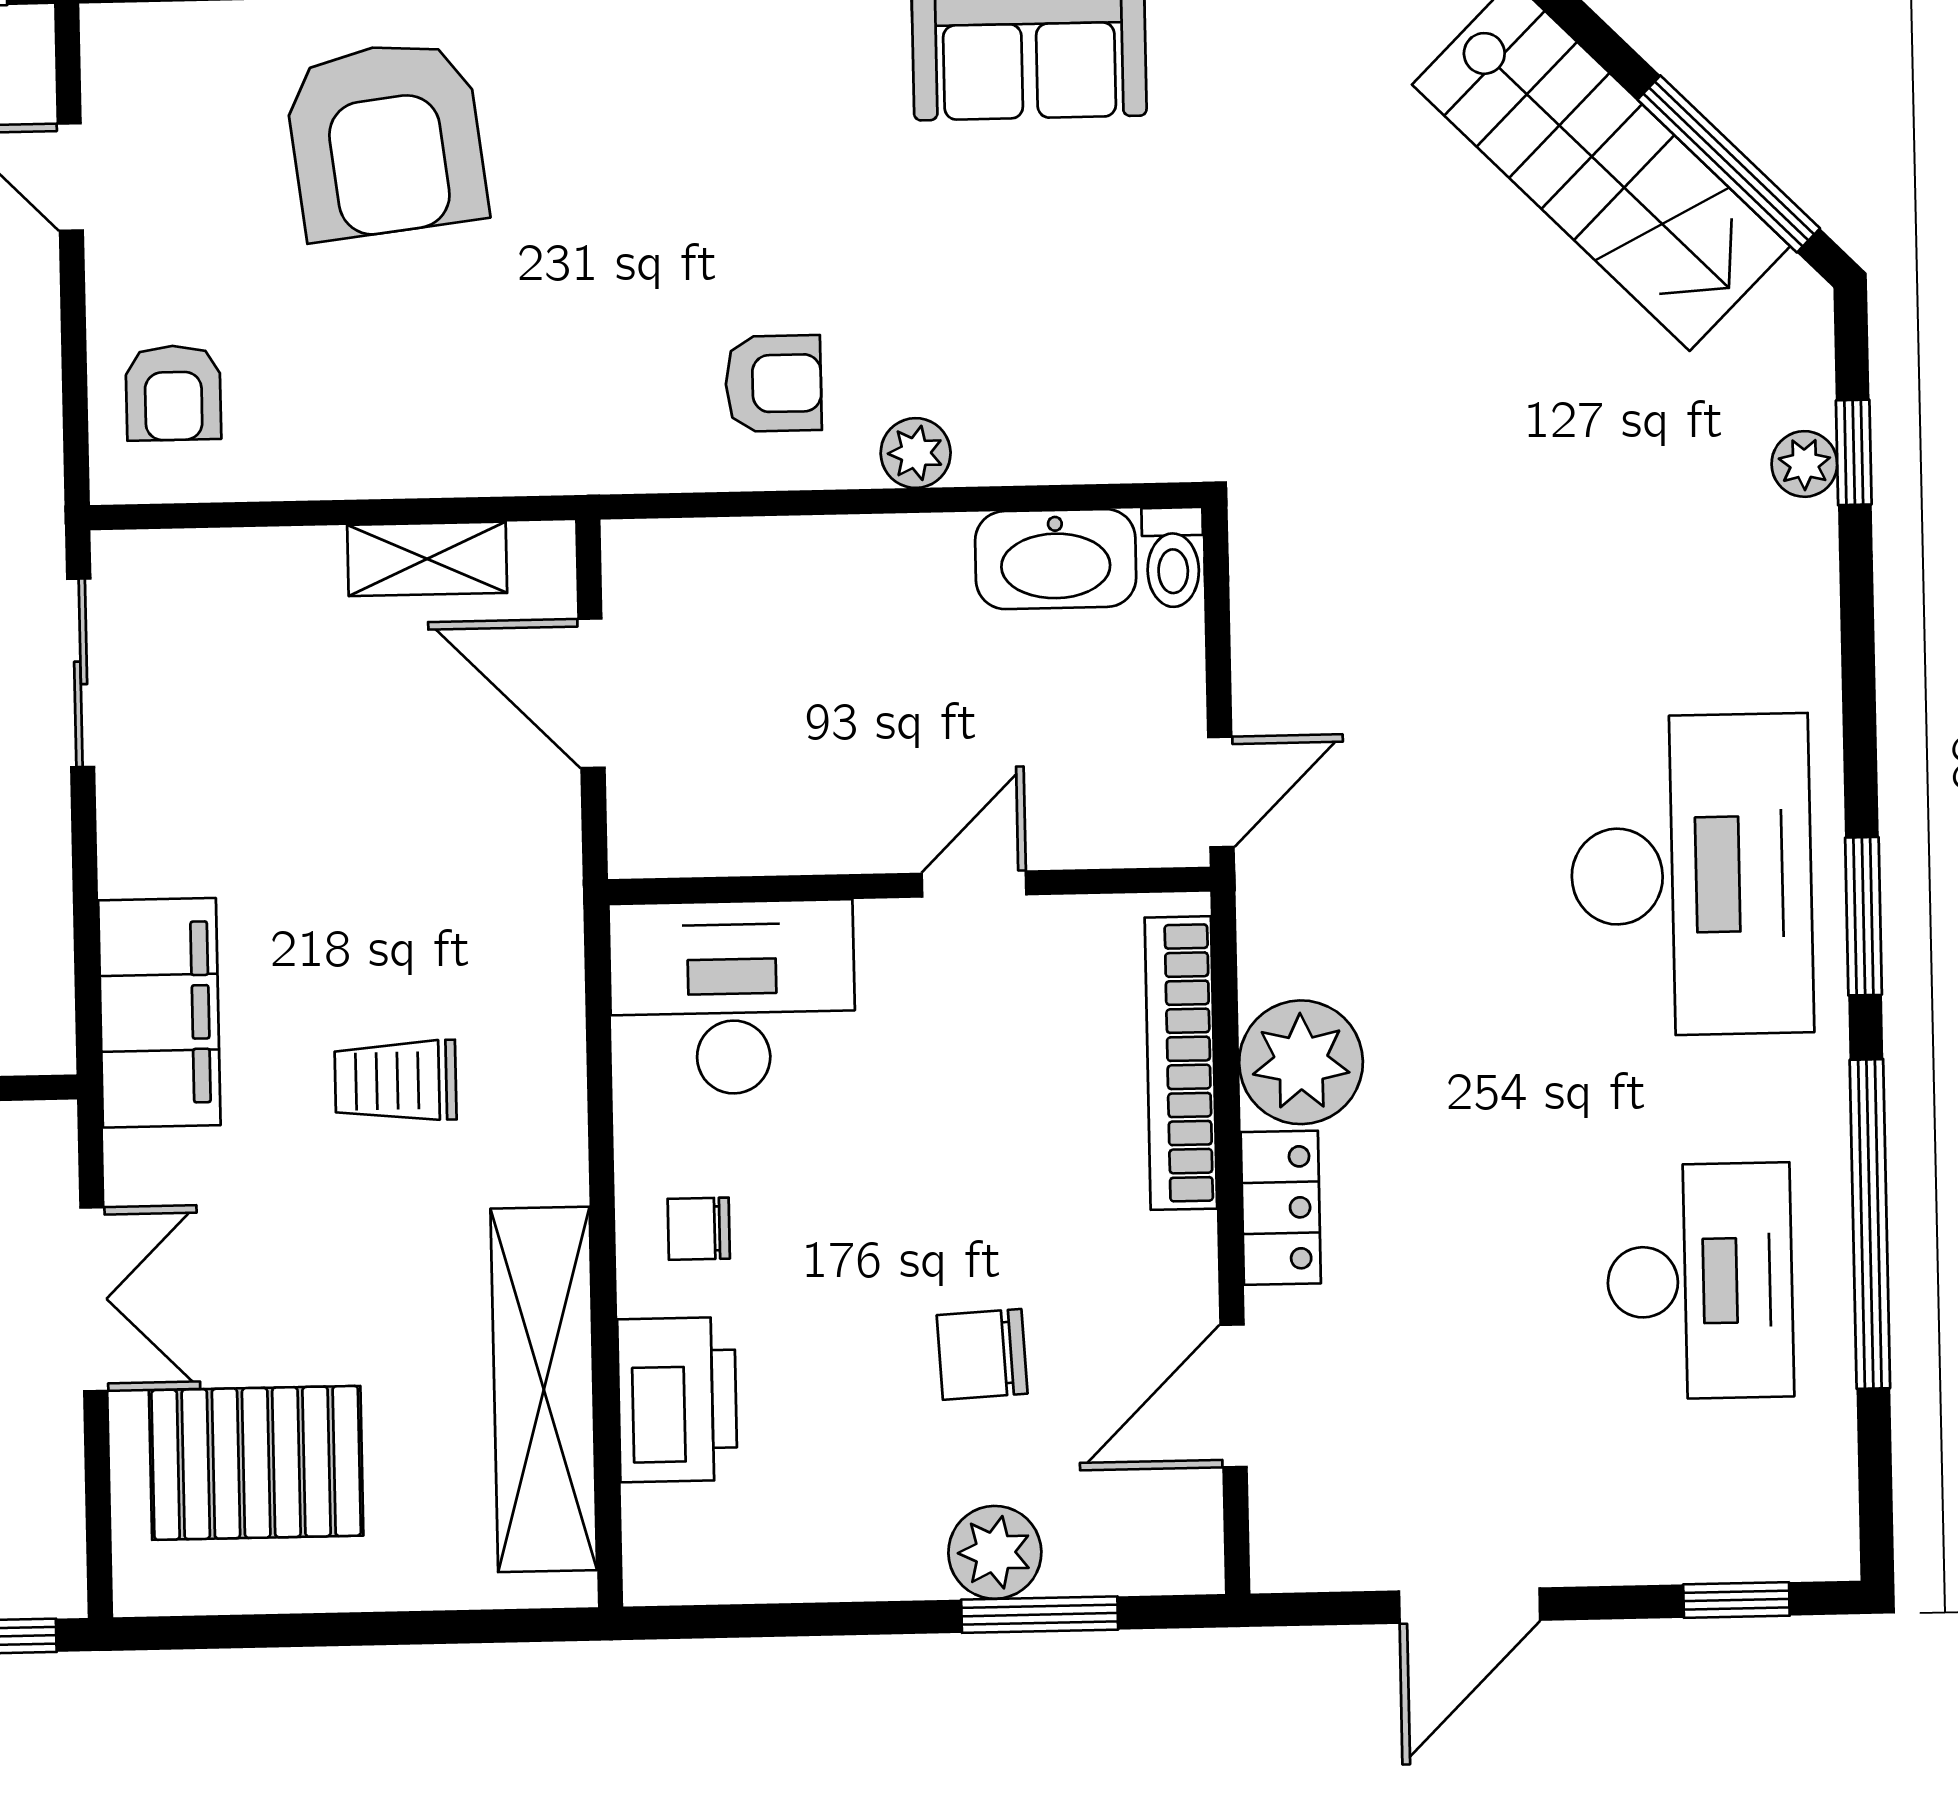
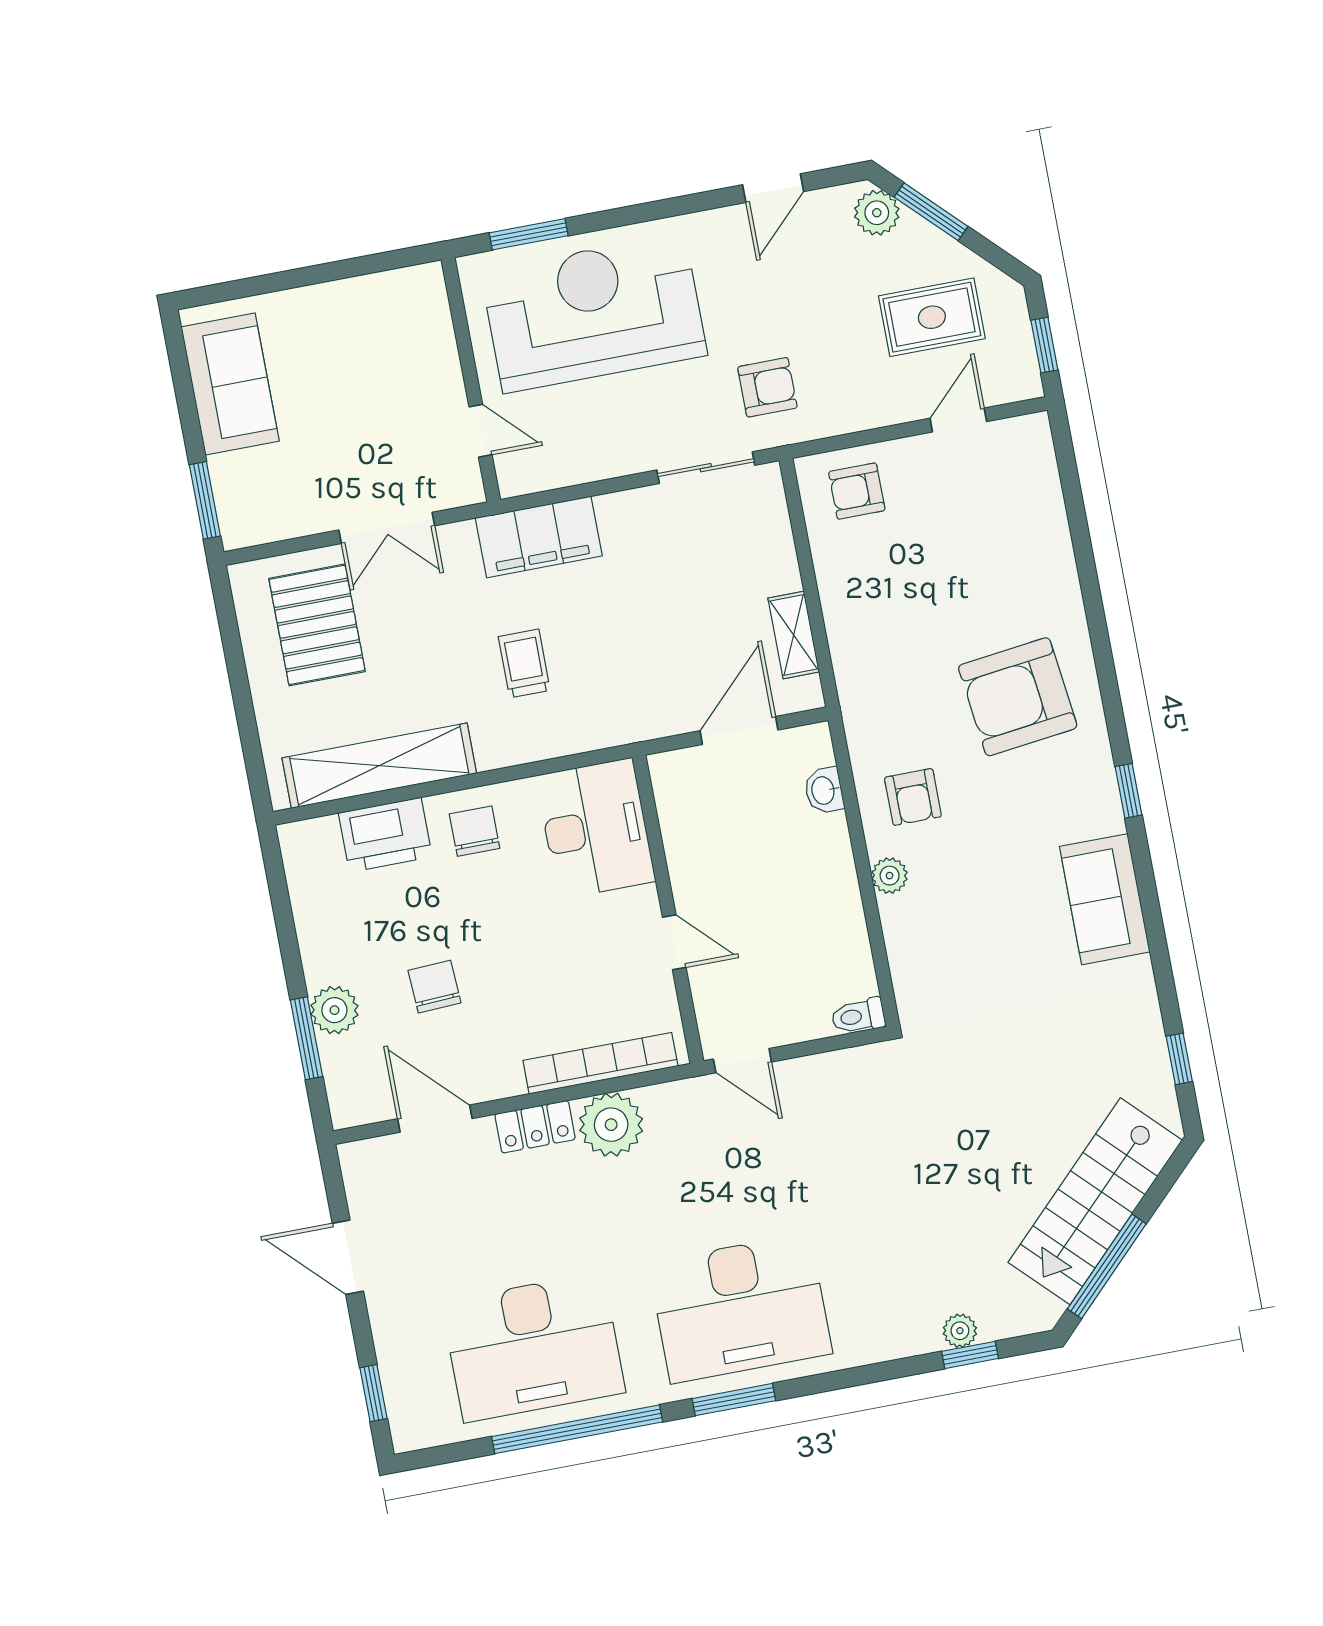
armchair: (386, 139) -> (1018, 697), moved
washbasin: (1056, 559) -> (824, 790), moved, width x0.52, depth x0.69
chair: (699, 1229) -> (475, 831), width x1.37, depth x1.37
desk: (1700, 1281) -> (533, 1347), width x1.36, depth x1.30

